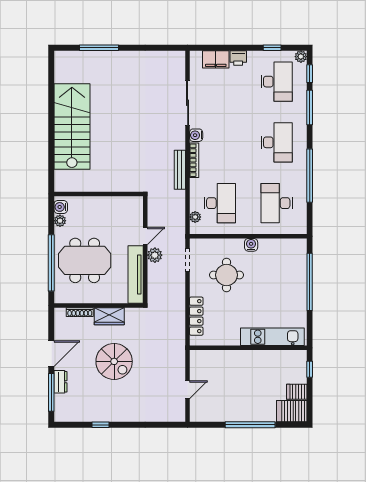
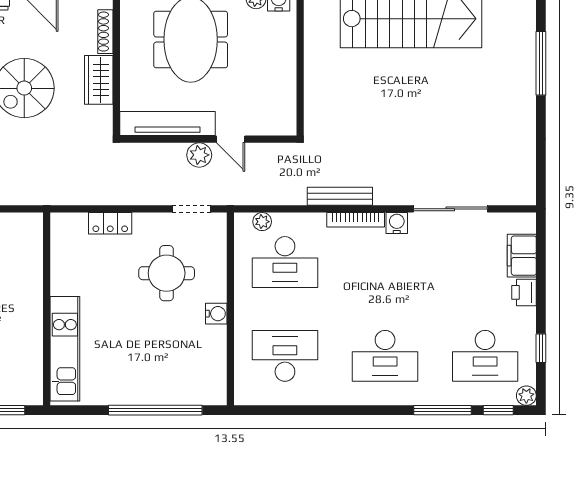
window: (310, 176) -> (330, 410), removed
locker: (196, 316) -> (110, 223), width x0.66

